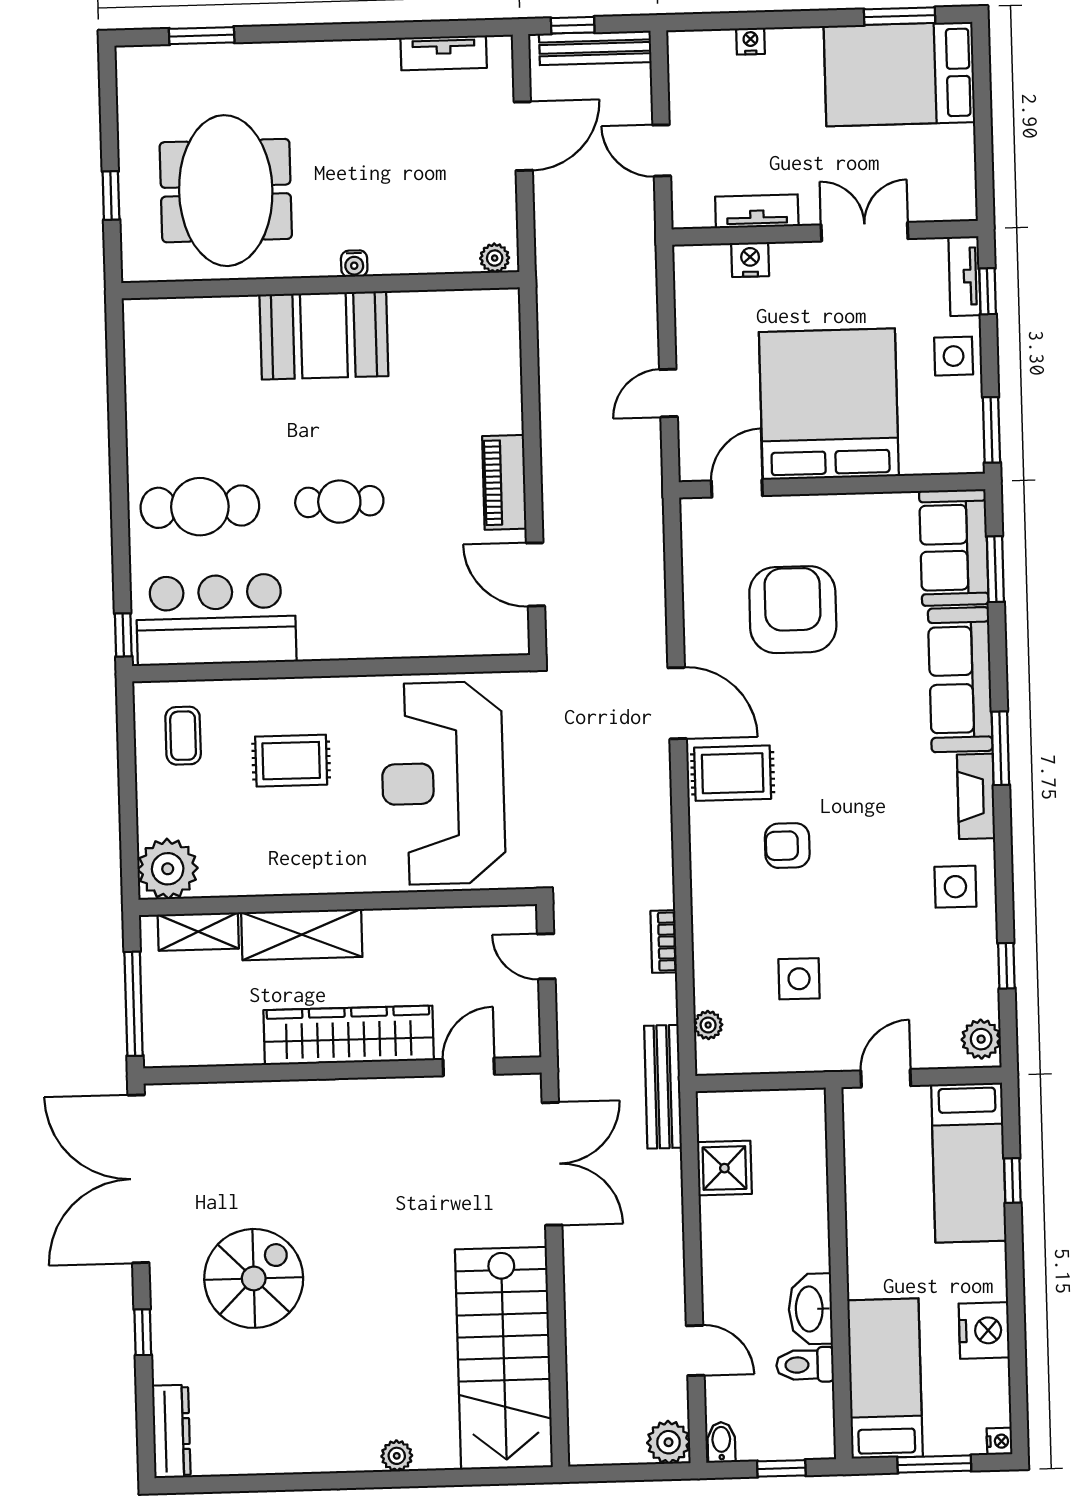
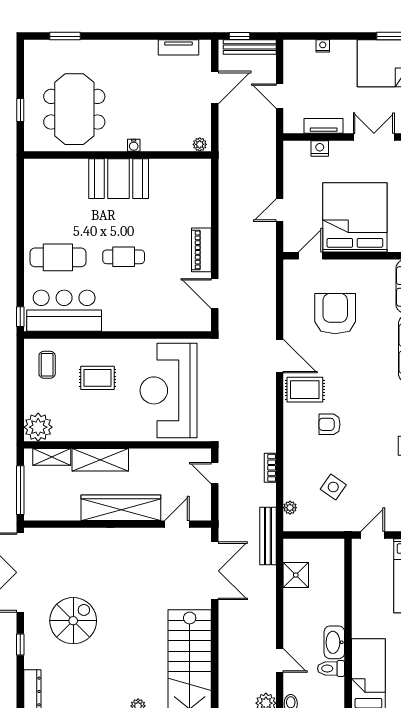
side table: (799, 979) -> (333, 487), turned 35

